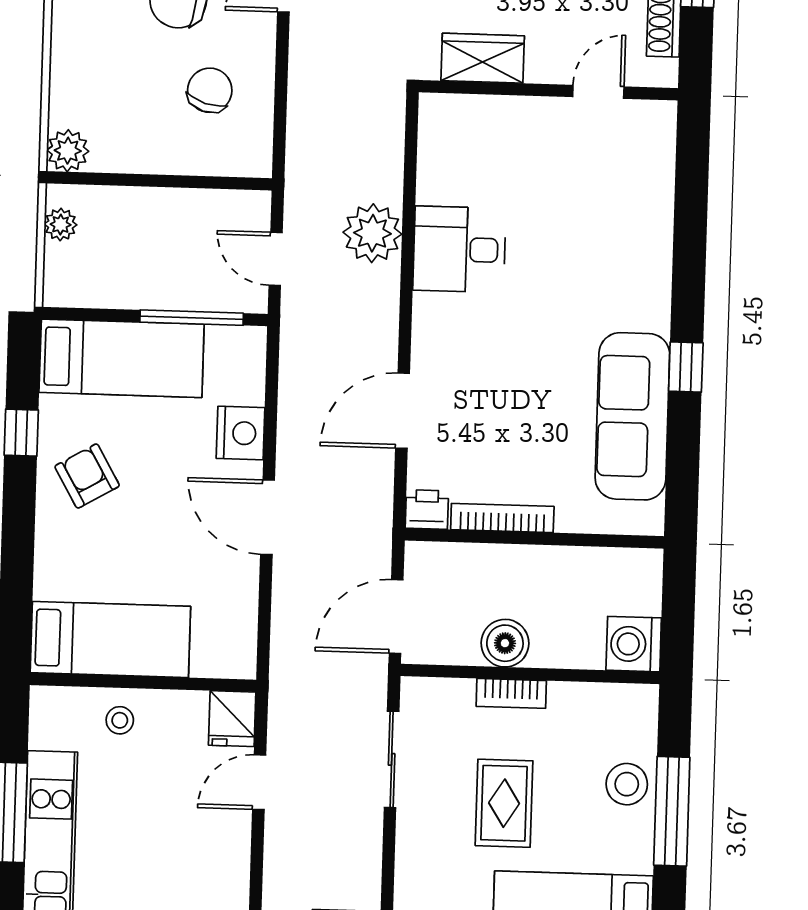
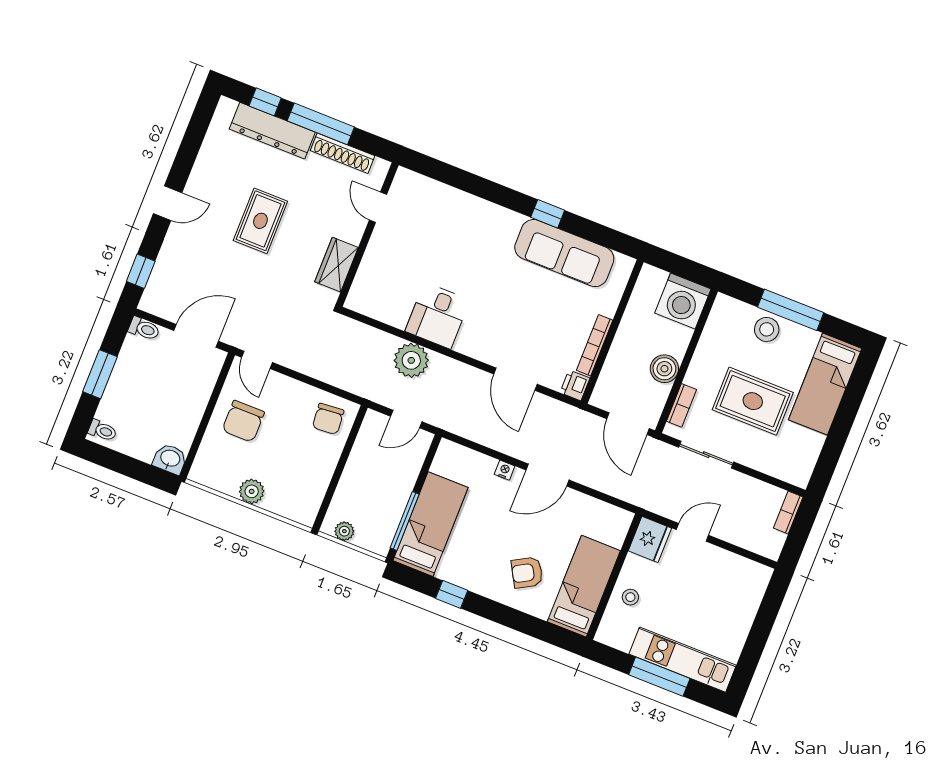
chair: (210, 90) -> (328, 419), moved, turned -112
plant: (68, 151) -> (252, 491), moved
window: (192, 318) -> (405, 521), moved
nightstand: (241, 433) -> (505, 470), width x0.53, depth x0.56
armchair: (87, 476) -> (527, 572), moved
washing machine: (634, 644) -> (683, 301), width x1.37, depth x1.37
bookcase: (511, 693) -> (682, 405), moved
fridge: (232, 719) -> (650, 539), width x1.38
door: (259, 782) -> (692, 532), swing flipped
rug: (504, 803) -> (753, 401), width x1.36, depth x1.43

